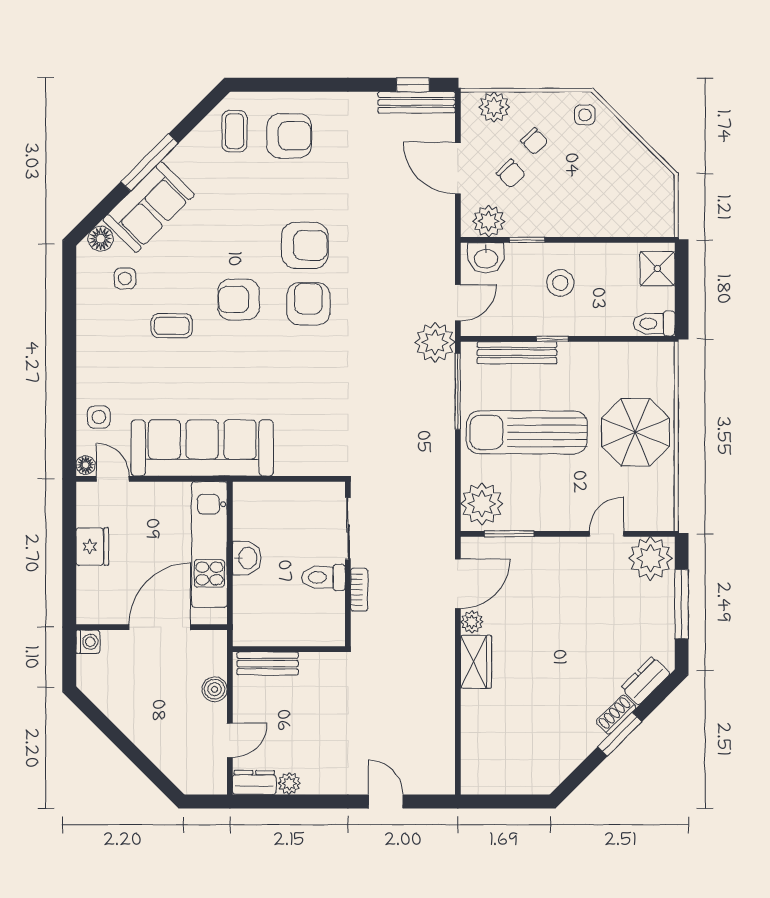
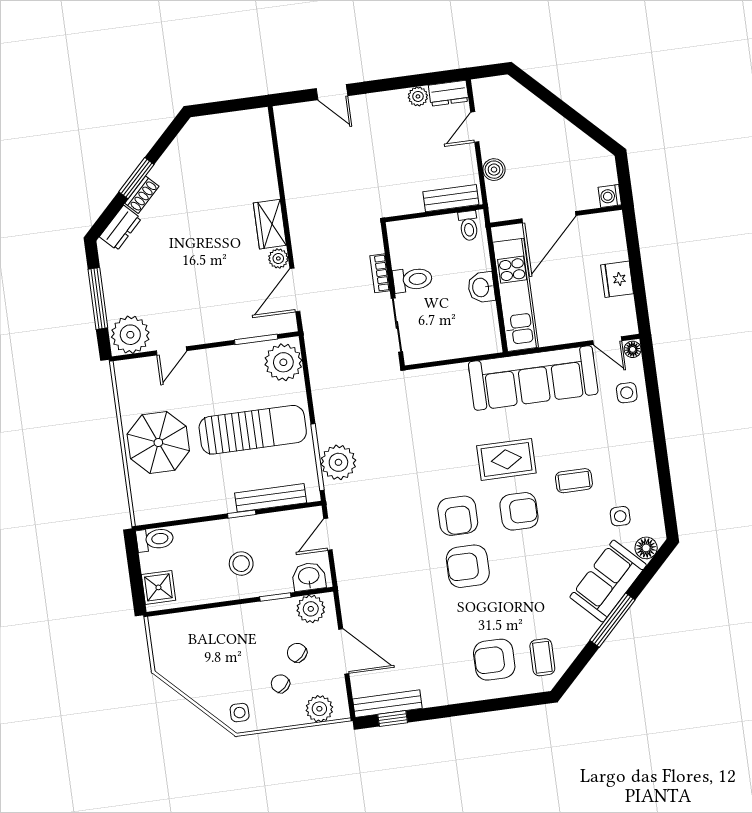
plant: (435, 342) -> (338, 462), moved
rug: (245, 360) -> (506, 459), added
toilet: (252, 630) -> (469, 226), added

